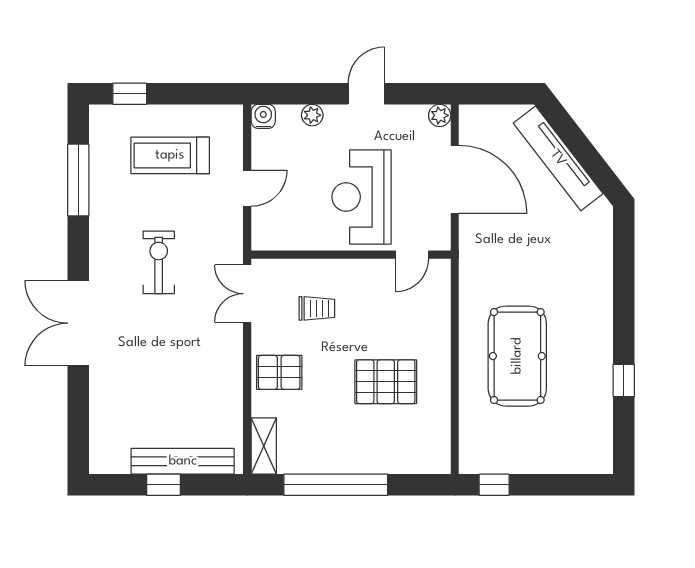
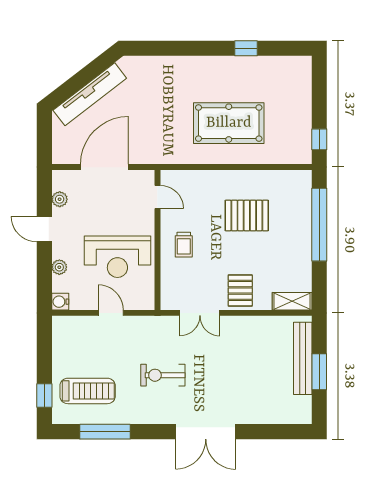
plant: (440, 115) -> (60, 199), moved
treadmill: (170, 155) -> (88, 391), moved, turned -90
reception desk: (361, 197) -> (117, 257), moved
double door: (247, 294) -> (200, 313), moved
trolley: (317, 308) -> (184, 245), moved, turned 180
pallet: (386, 382) -> (247, 216), turned 90
window: (164, 485) -> (319, 372), width x1.50
window: (336, 485) -> (319, 225), moved

